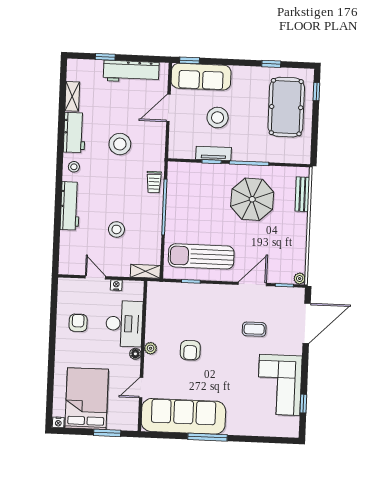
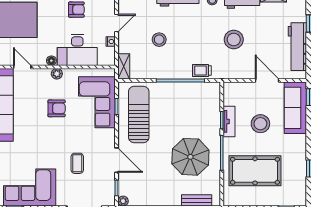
pool table: (286, 107) -> (255, 171), moved
corner sofa: (185, 304) -> (97, 102), added
armchair: (190, 350) -> (57, 108), turned 180

